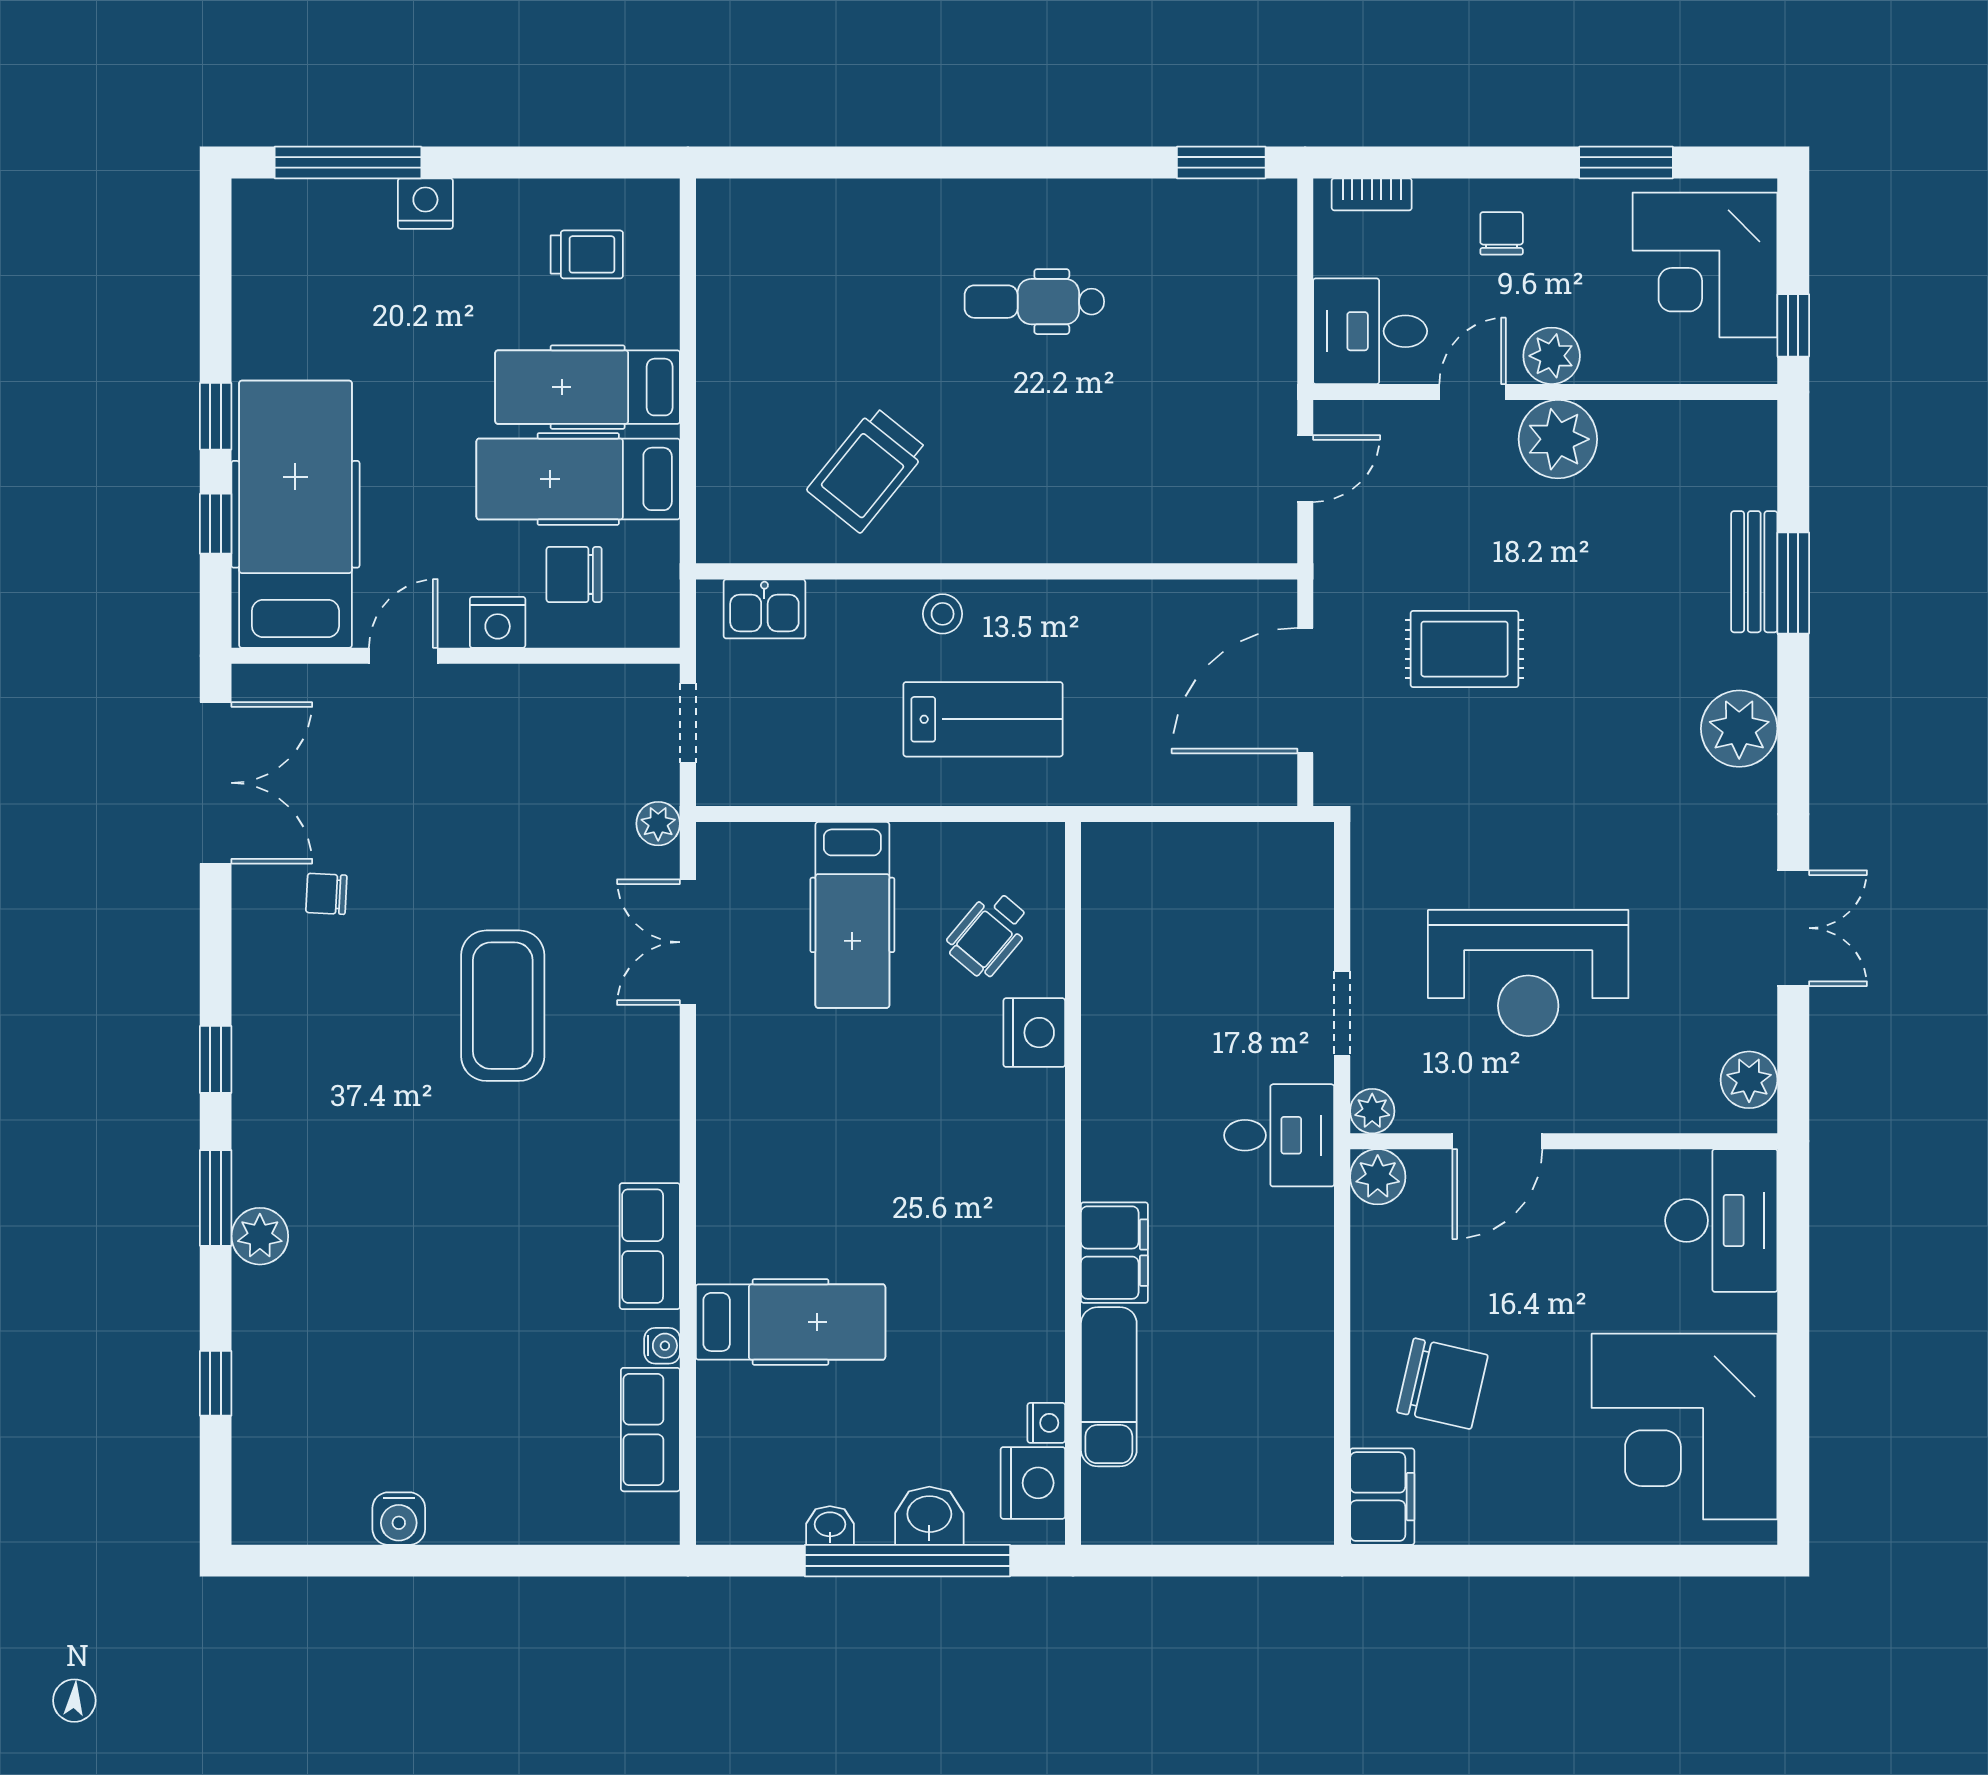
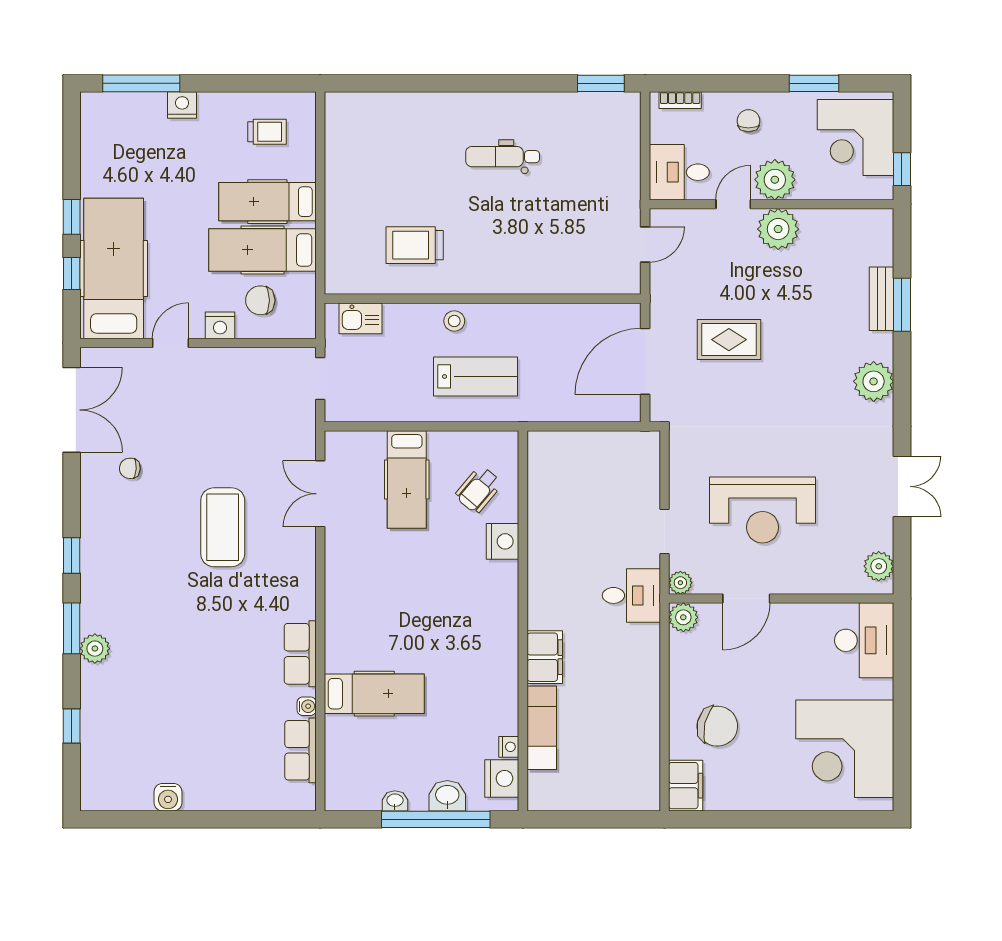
plant: (1552, 356) -> (775, 180), width x1.36, depth x1.36
trolley: (867, 470) -> (415, 245), turned 51
plant: (658, 824) -> (305, 431), removed

